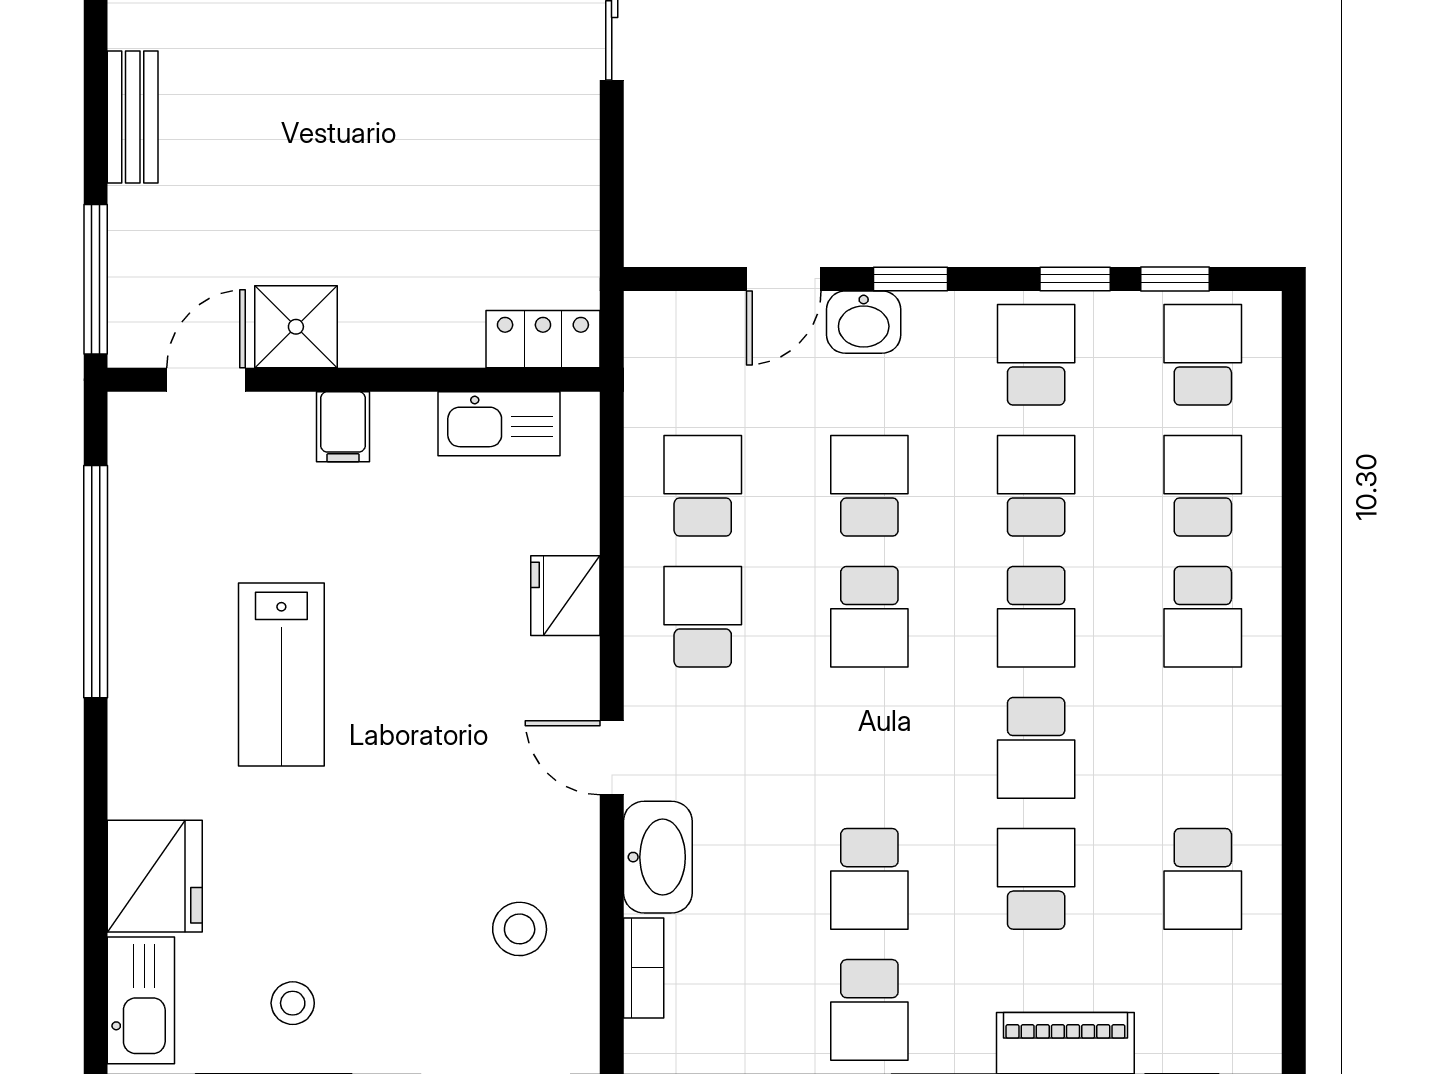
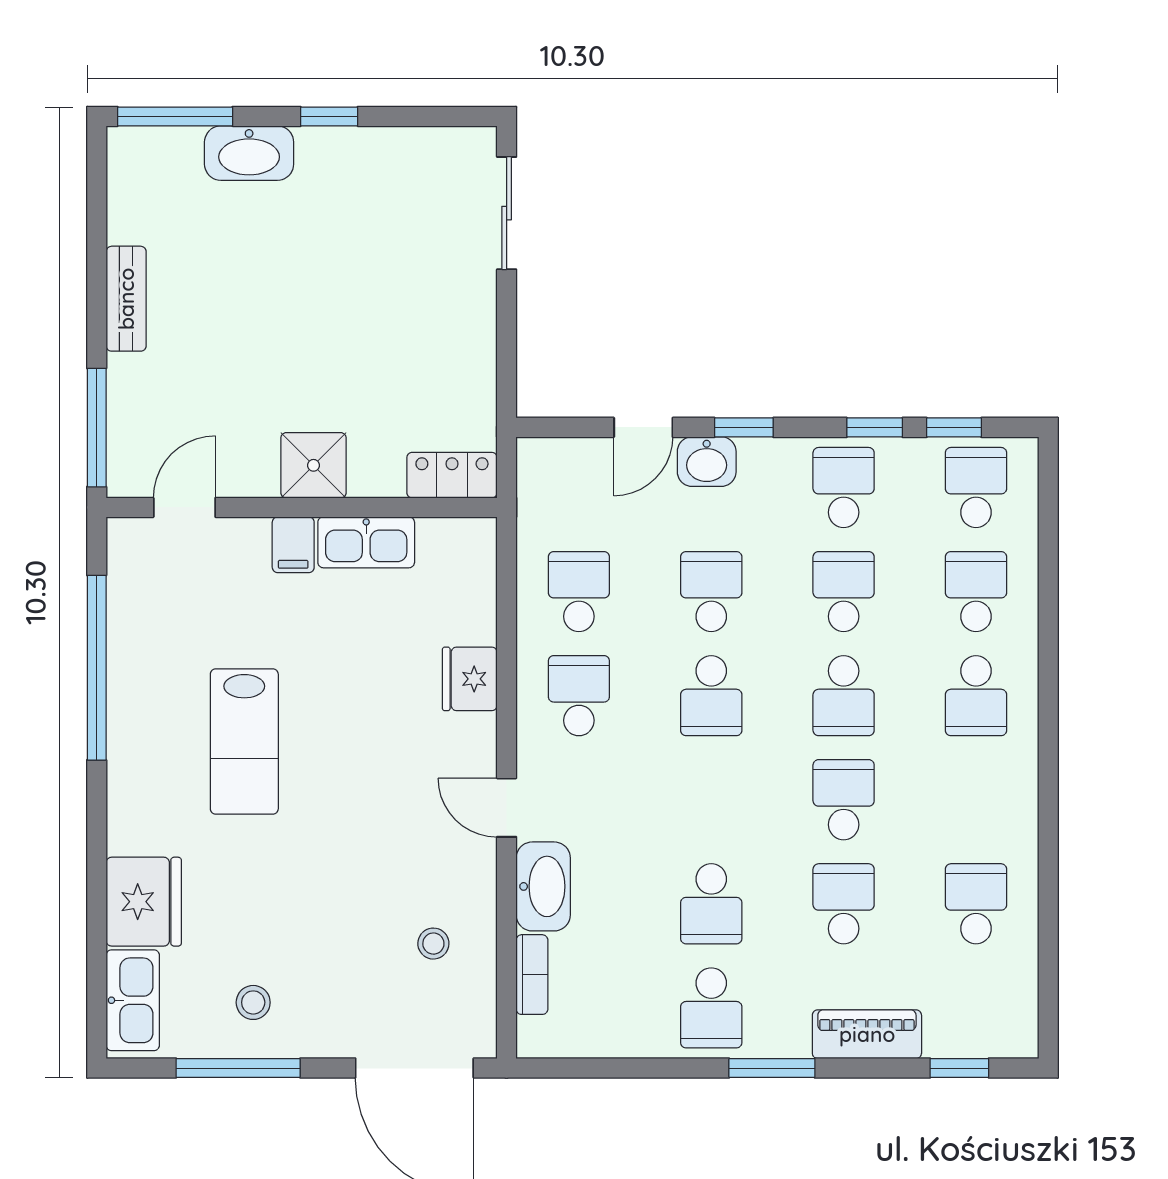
shower: (296, 327) -> (314, 465), moved
kitchen sink: (499, 424) -> (366, 542), moved
school desk: (1036, 748) -> (844, 800), turned 180
school desk: (1203, 879) -> (976, 904), turned 180
stool: (520, 929) -> (433, 944), width x0.73, depth x0.73

